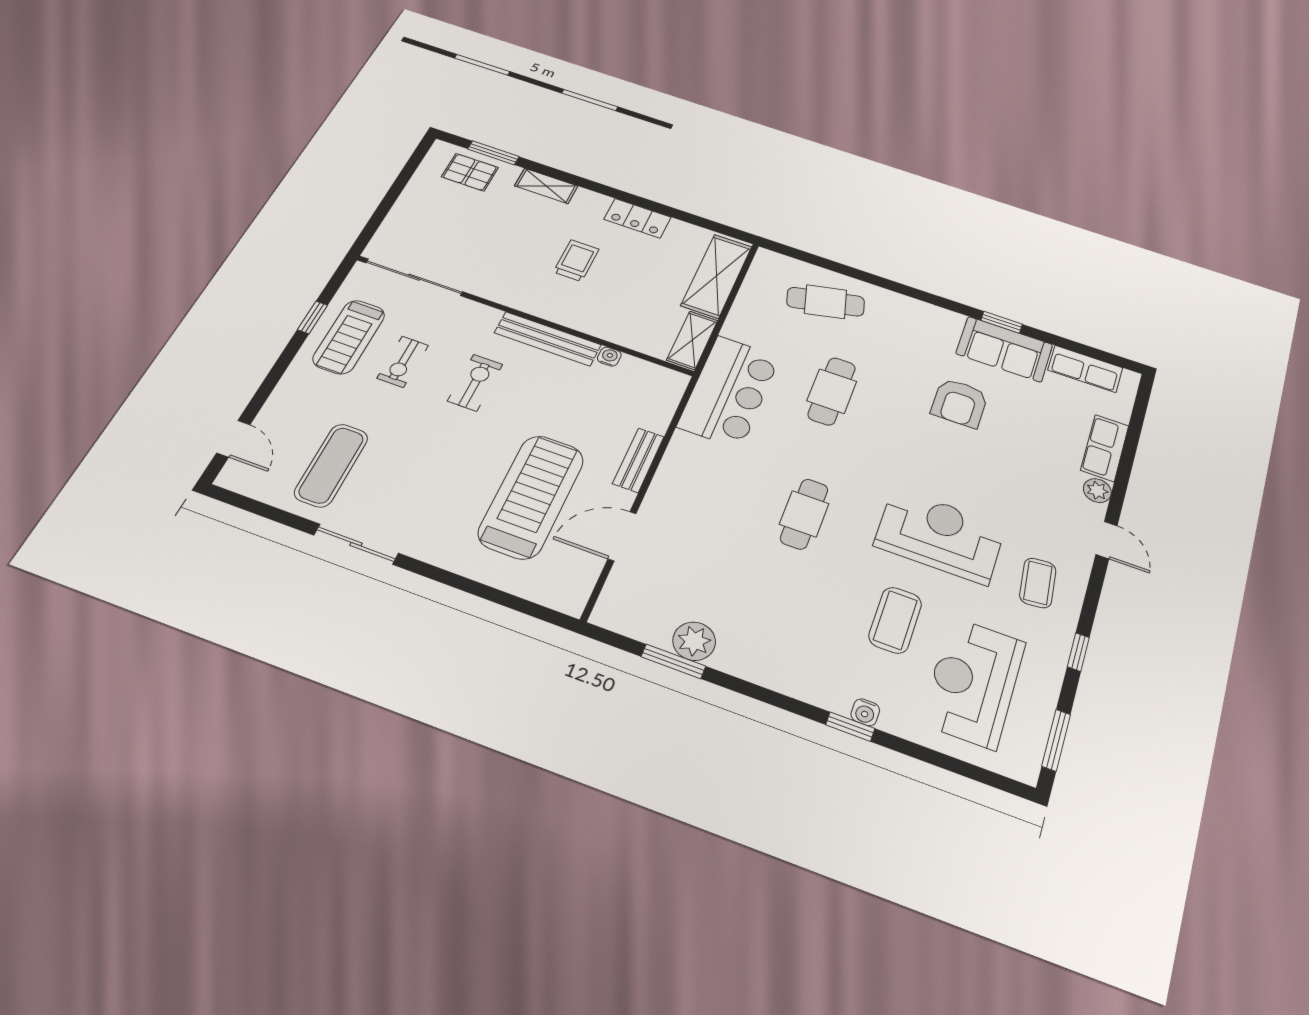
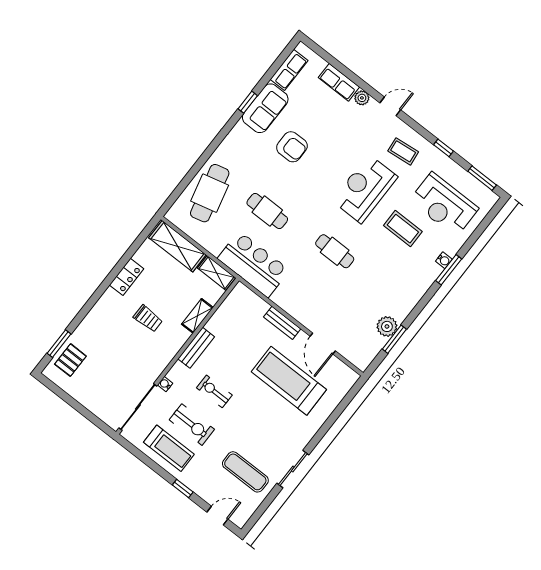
shelving: (546, 186) -> (197, 316), moved
trolley: (576, 260) -> (148, 319), turned 180
cafe table: (826, 302) -> (210, 193), width x1.37, depth x1.35
window: (313, 317) -> (183, 488), moved
bench: (548, 339) -> (196, 348), width x0.73
water cooler: (609, 357) -> (165, 384), moved
exercise bike: (403, 362) -> (192, 425), width x1.38, depth x1.39
window: (850, 727) -> (449, 270), width x1.50

